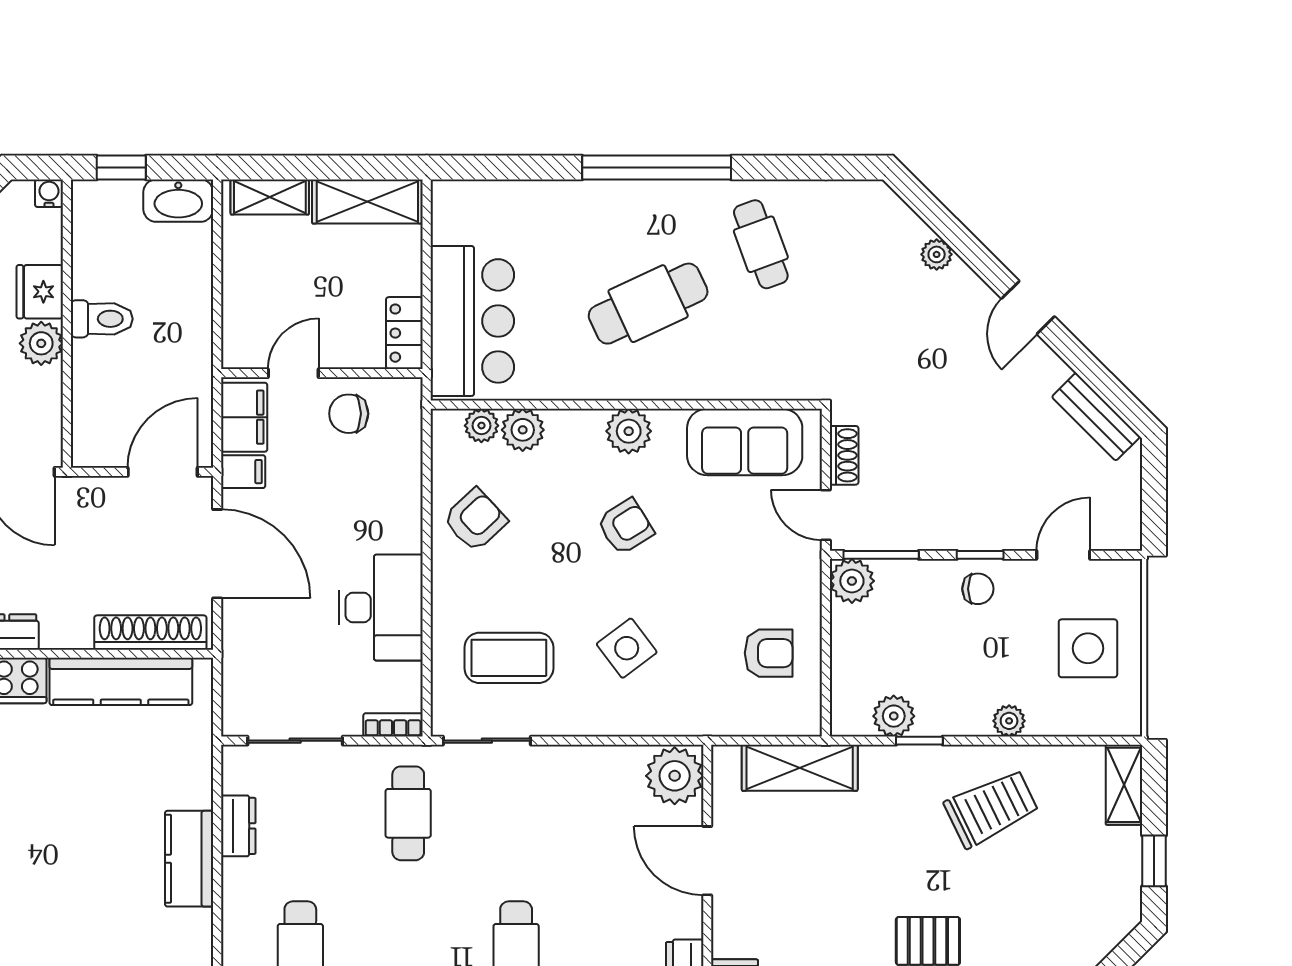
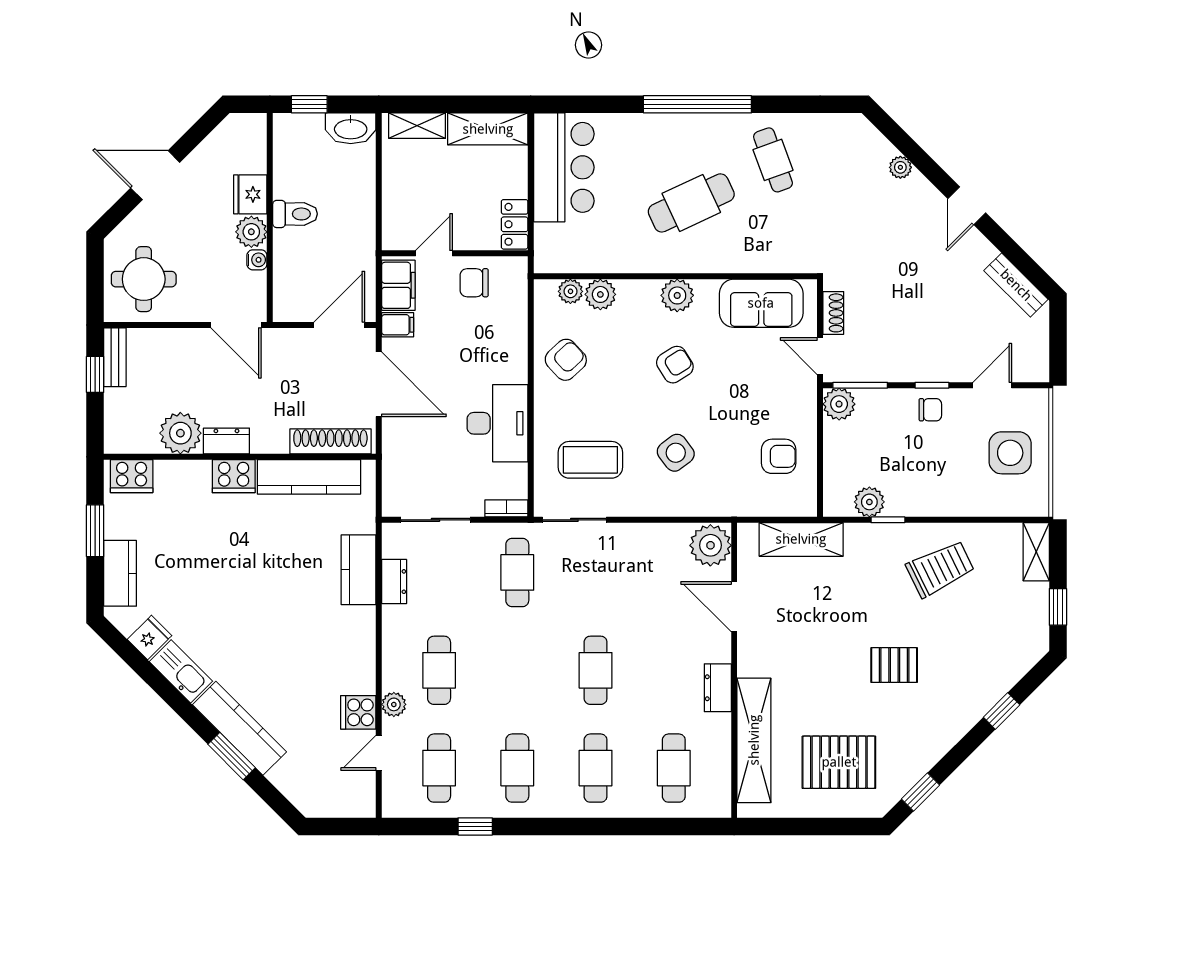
water cooler: (49, 193) -> (257, 260), moved, turned 90
bar counter: (472, 321) -> (564, 167), moved
plant: (1009, 721) -> (953, 505), removed
kitchen counter: (189, 859) -> (359, 570), moved

